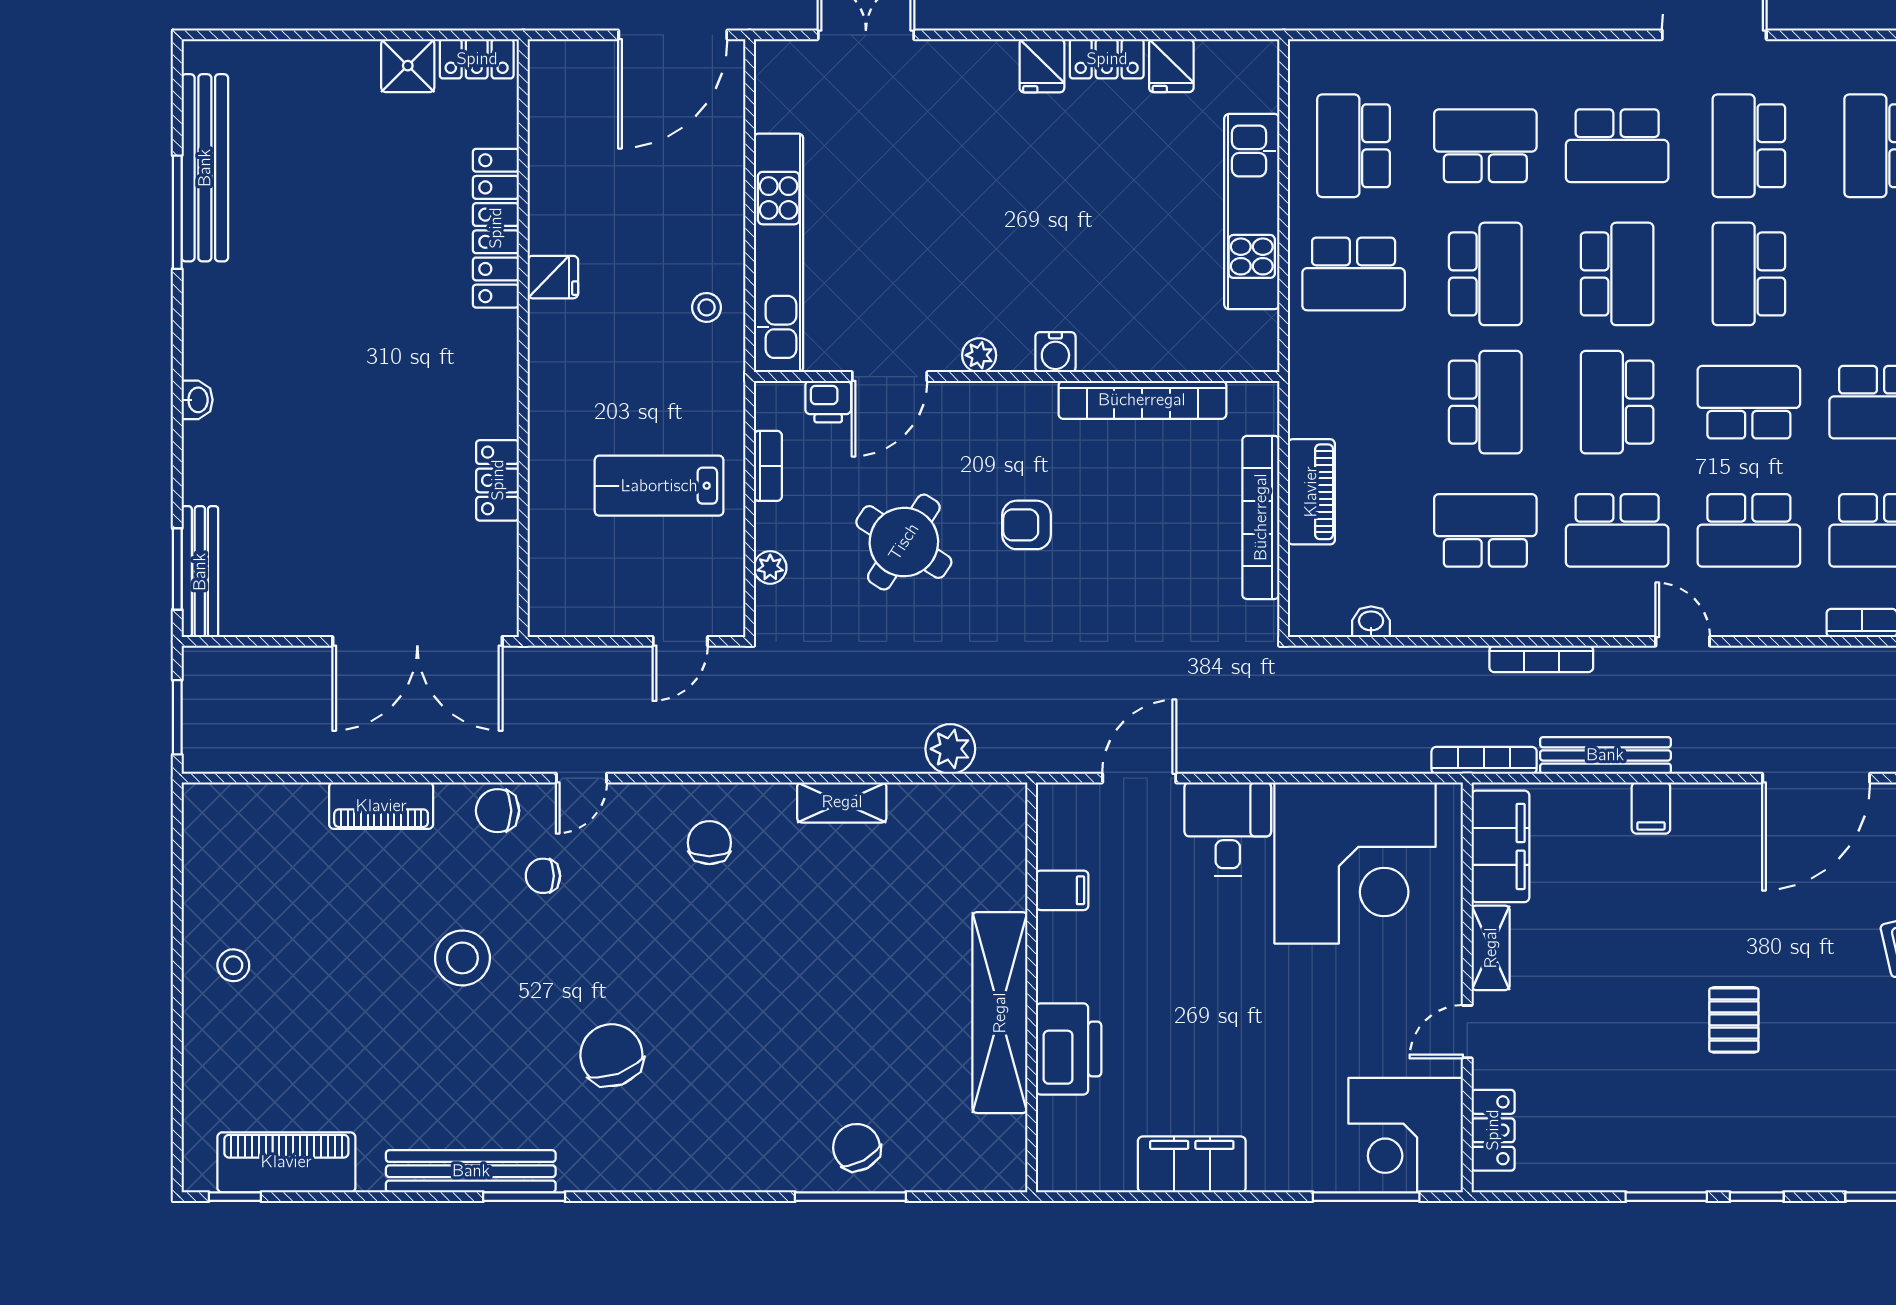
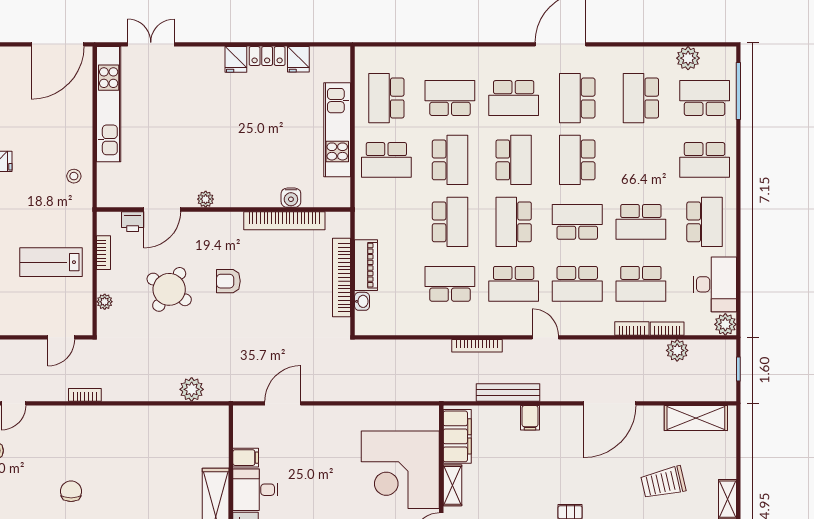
kitchen unit: (779, 253) -> (109, 104), moved
water cooler: (1055, 352) -> (291, 198), moved
washbasin: (1371, 622) -> (362, 301), moved, turned 90
bookcase: (1484, 760) -> (85, 395), moved, width x0.64
shelving: (842, 802) -> (139, 415), removed
desk: (1228, 829) -> (255, 490), moved, turned -90
chair: (709, 843) -> (71, 491), moved
corner desk: (1355, 863) -> (400, 470), moved, turned 90

